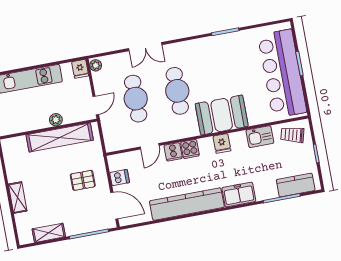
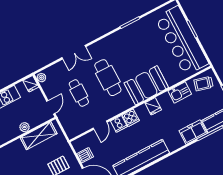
cafe table: (136, 99) -> (79, 93), width x0.73, depth x0.74
shelving: (60, 137) -> (39, 136), width x0.68
freezer: (239, 195) -> (193, 132), moved

